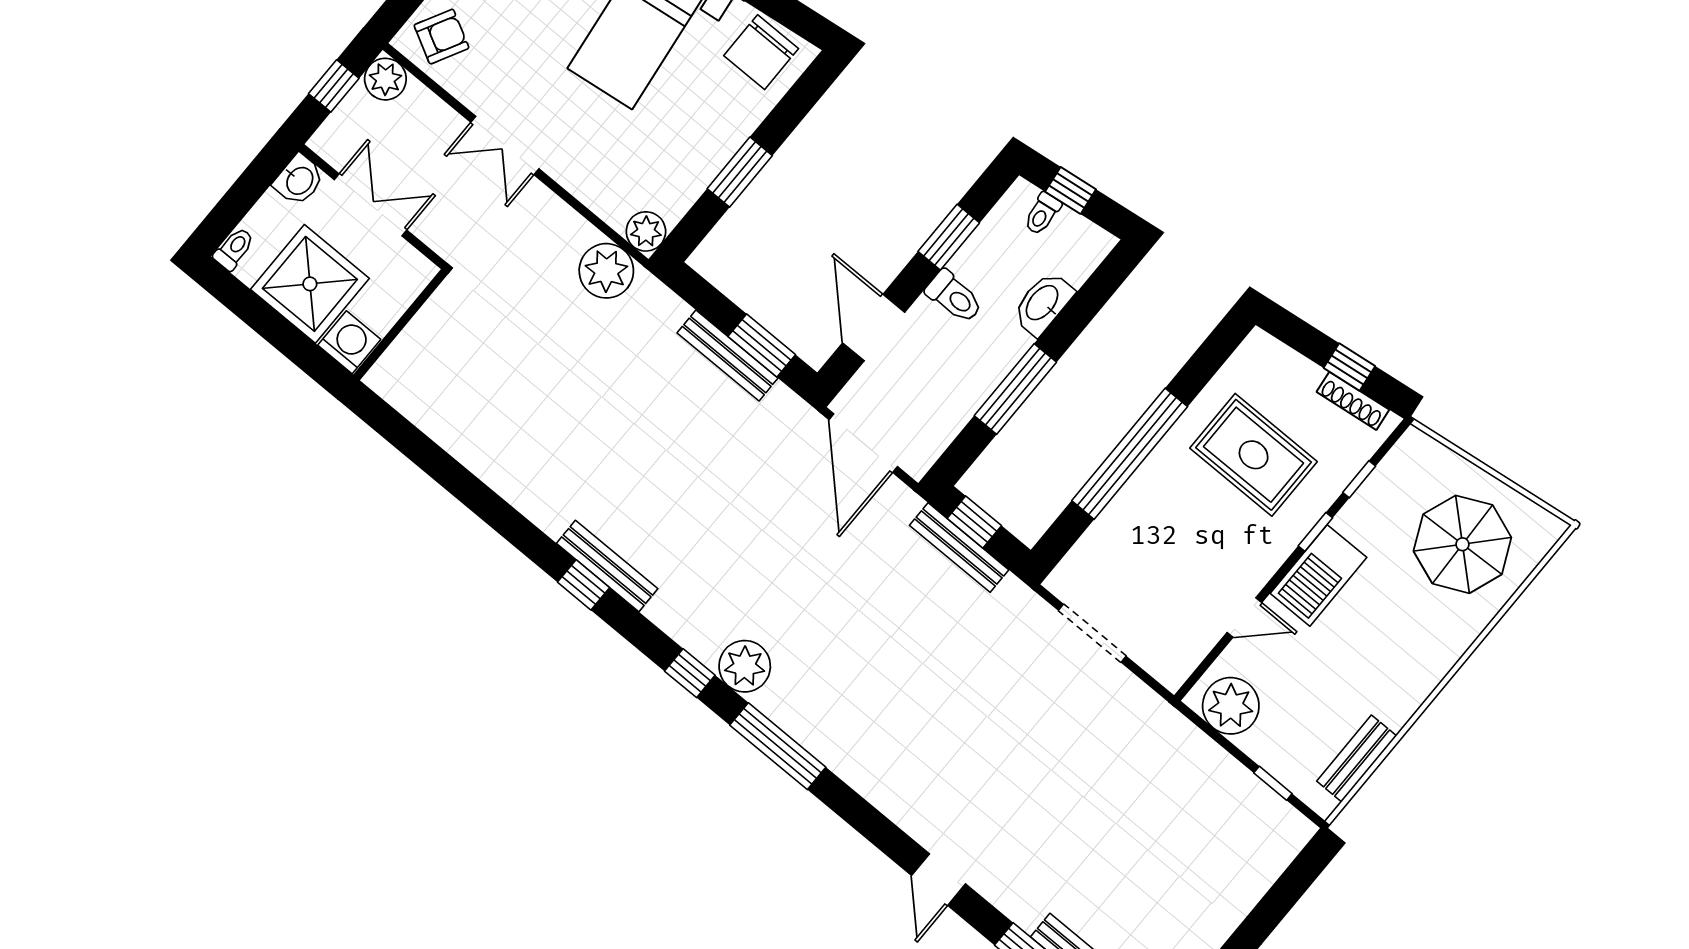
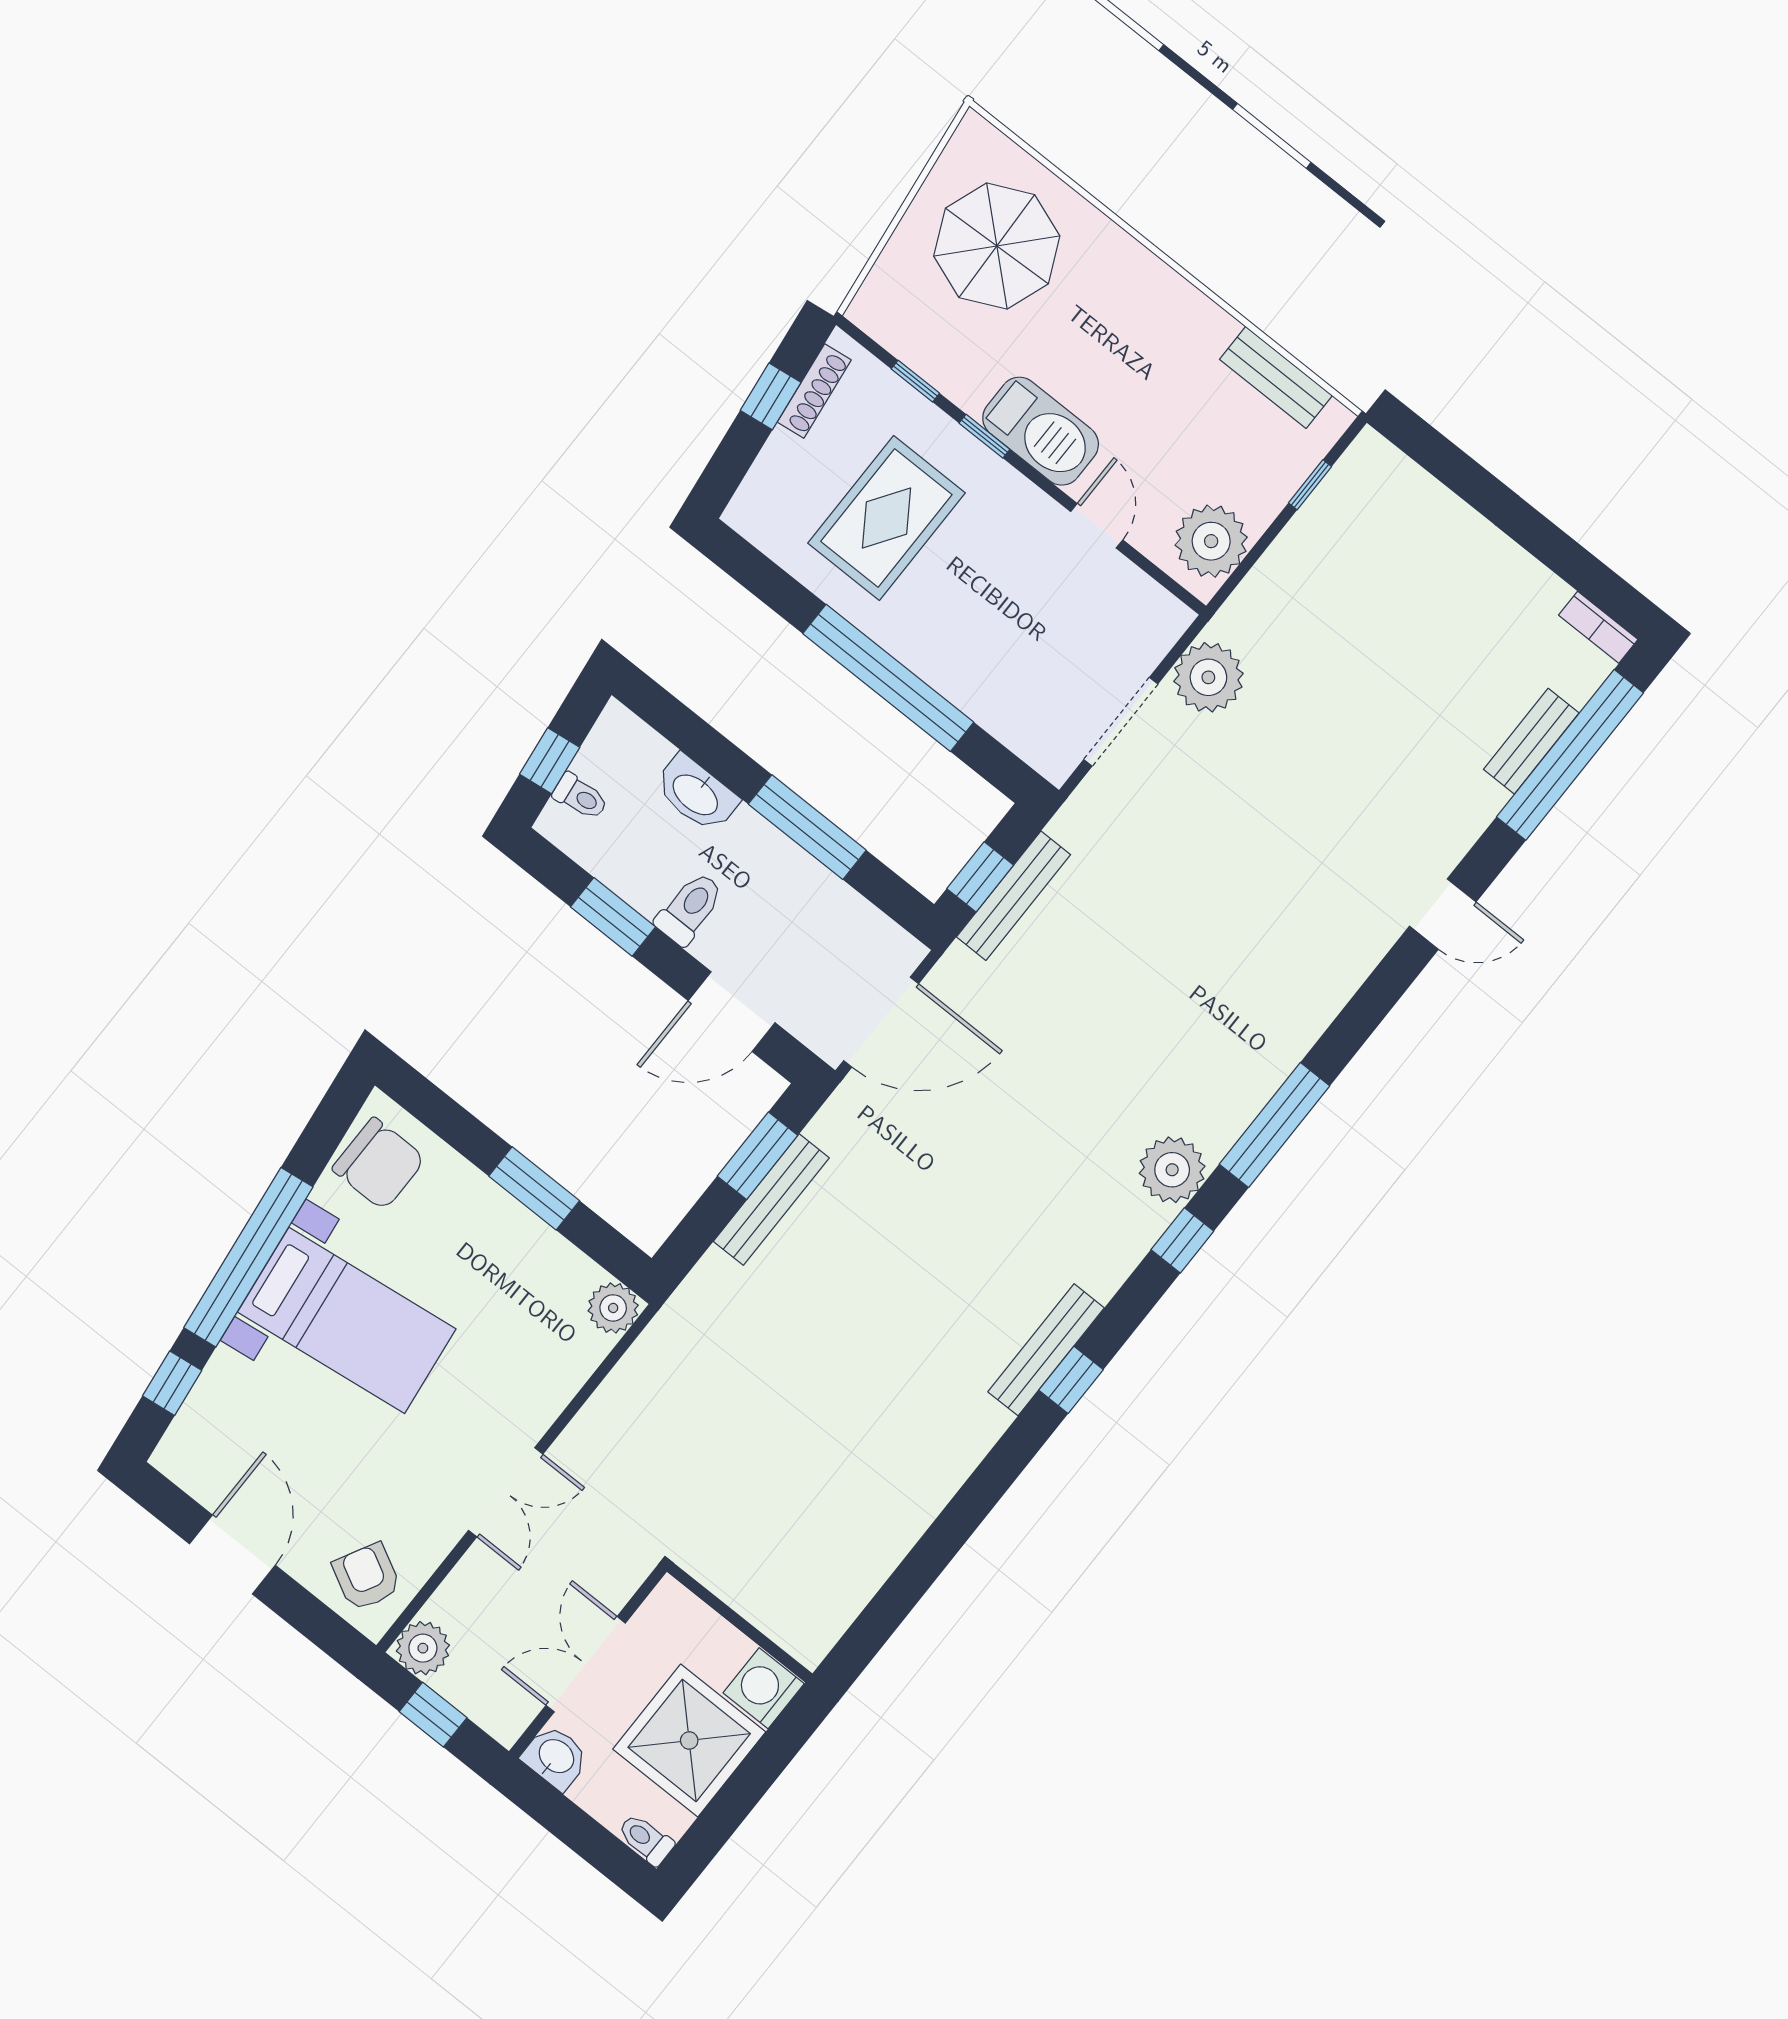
plant: (606, 271) -> (1208, 677), moved

